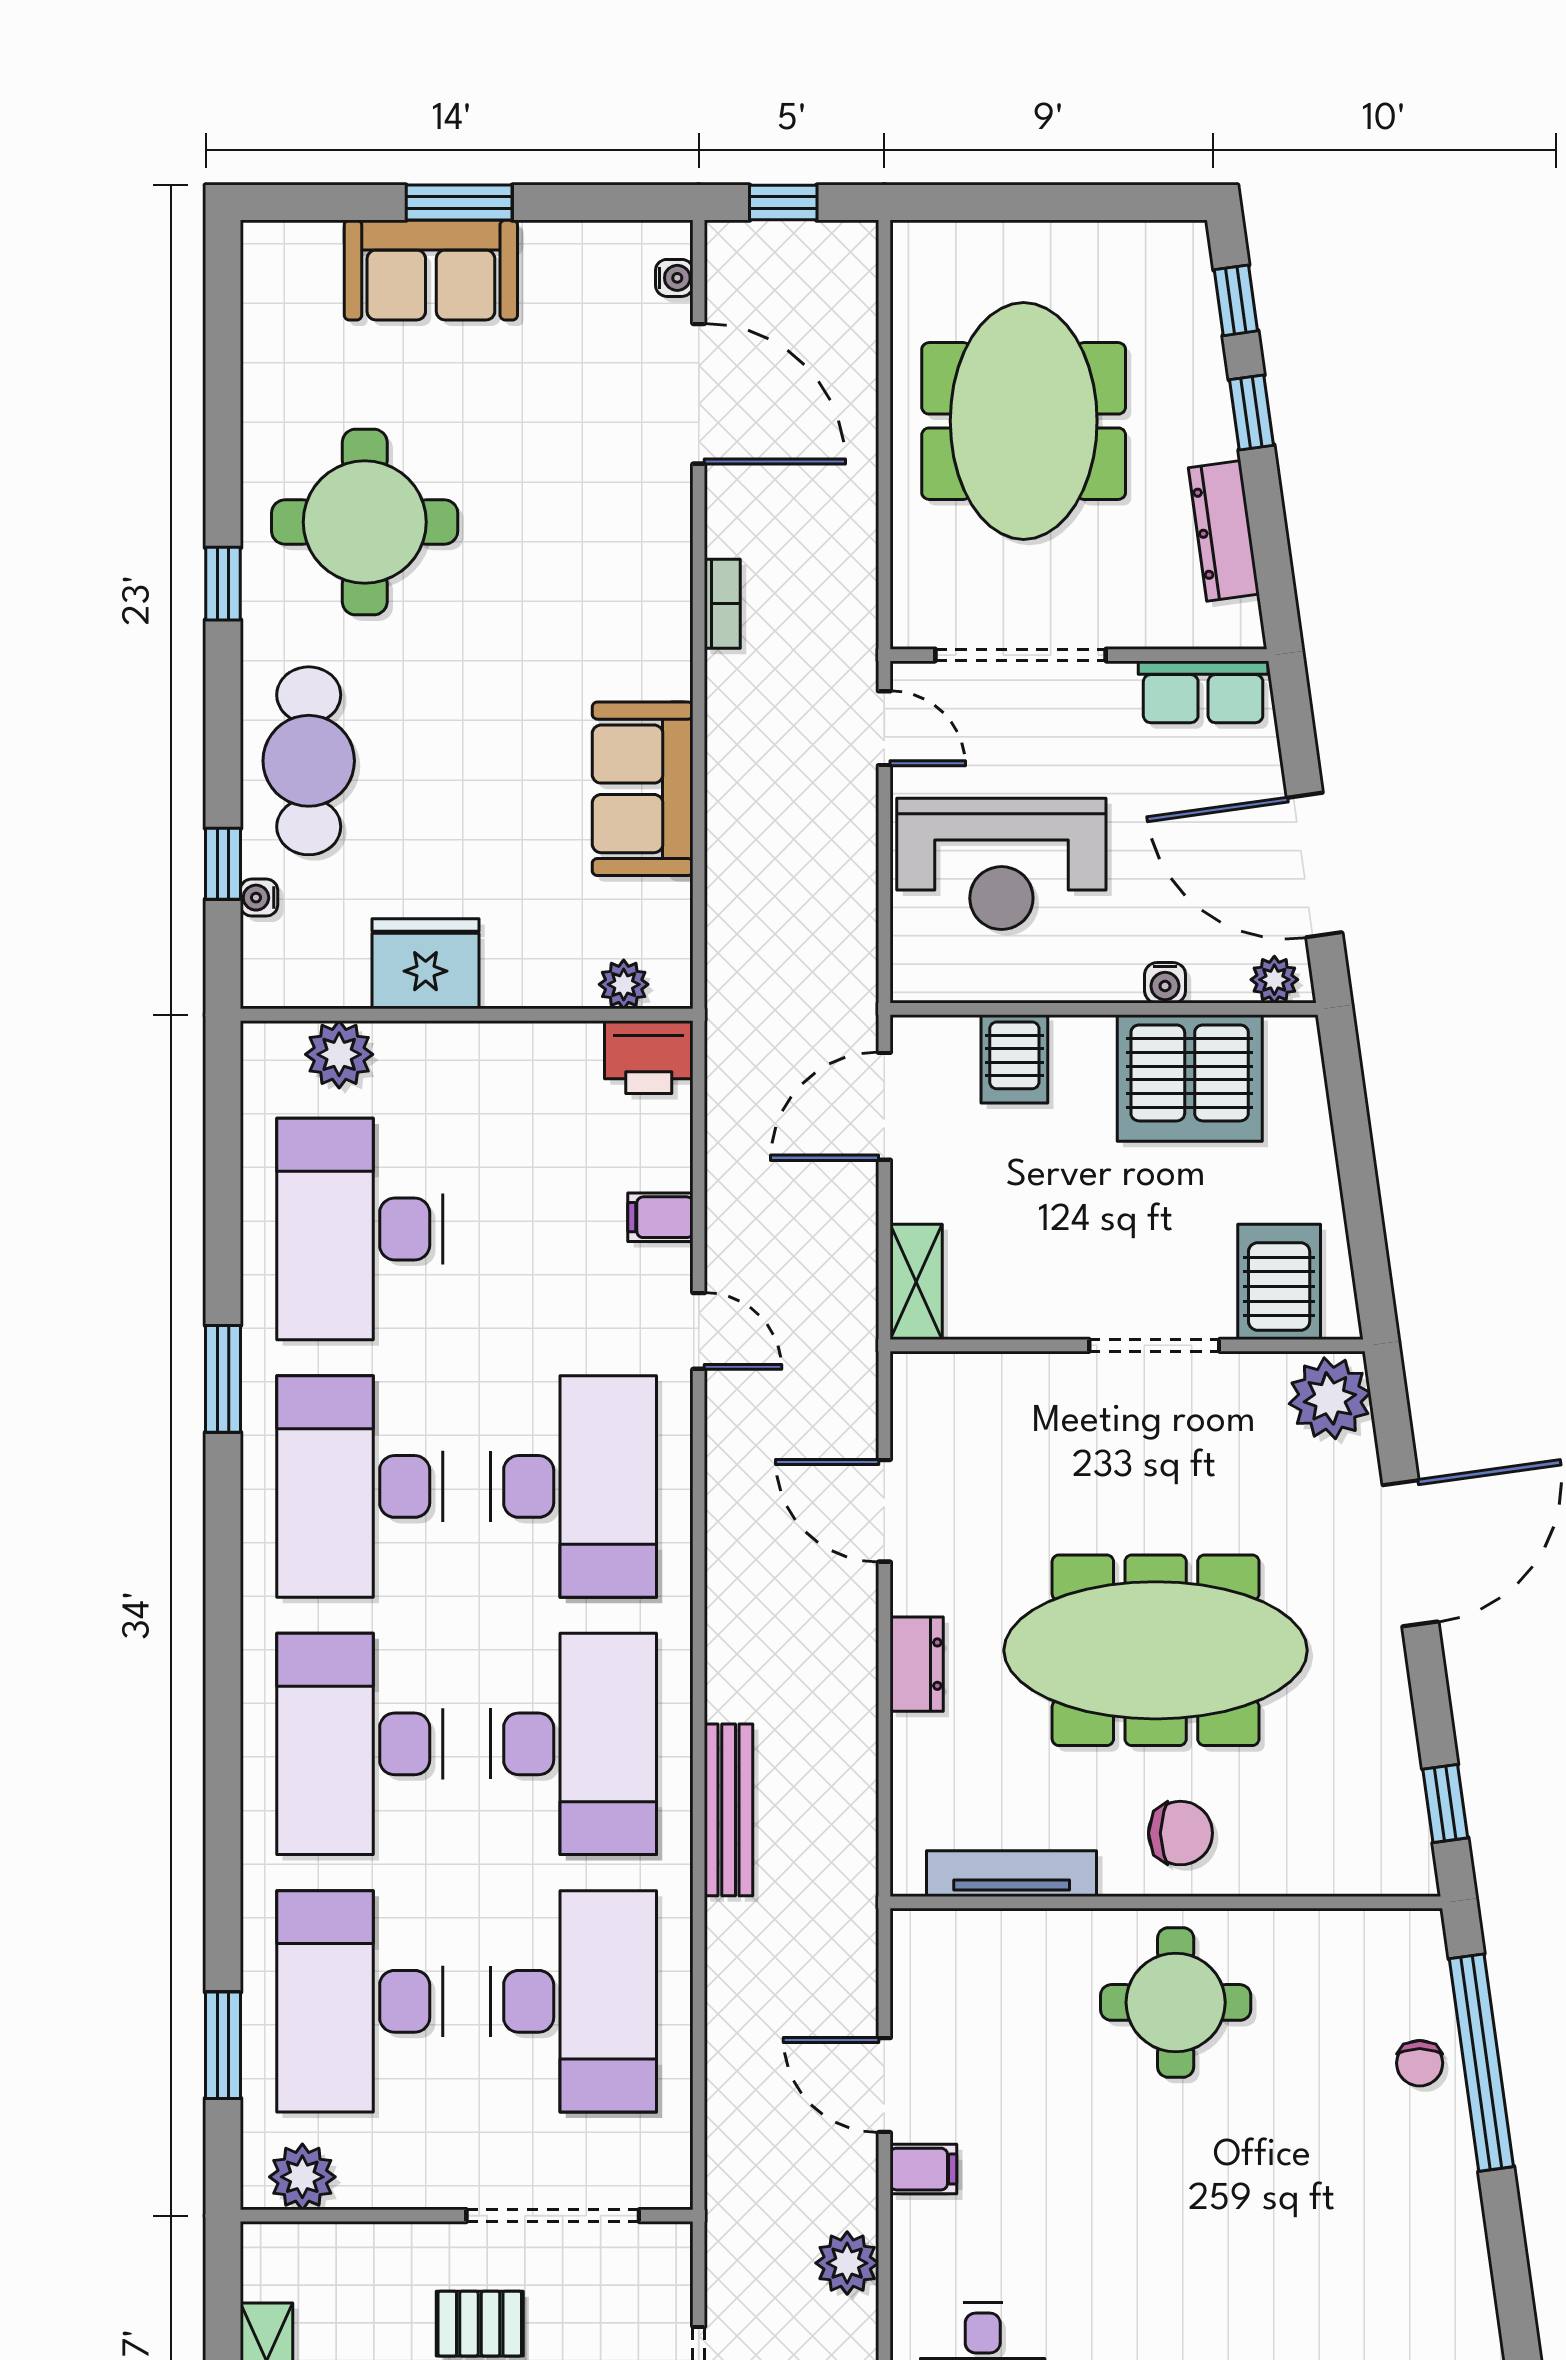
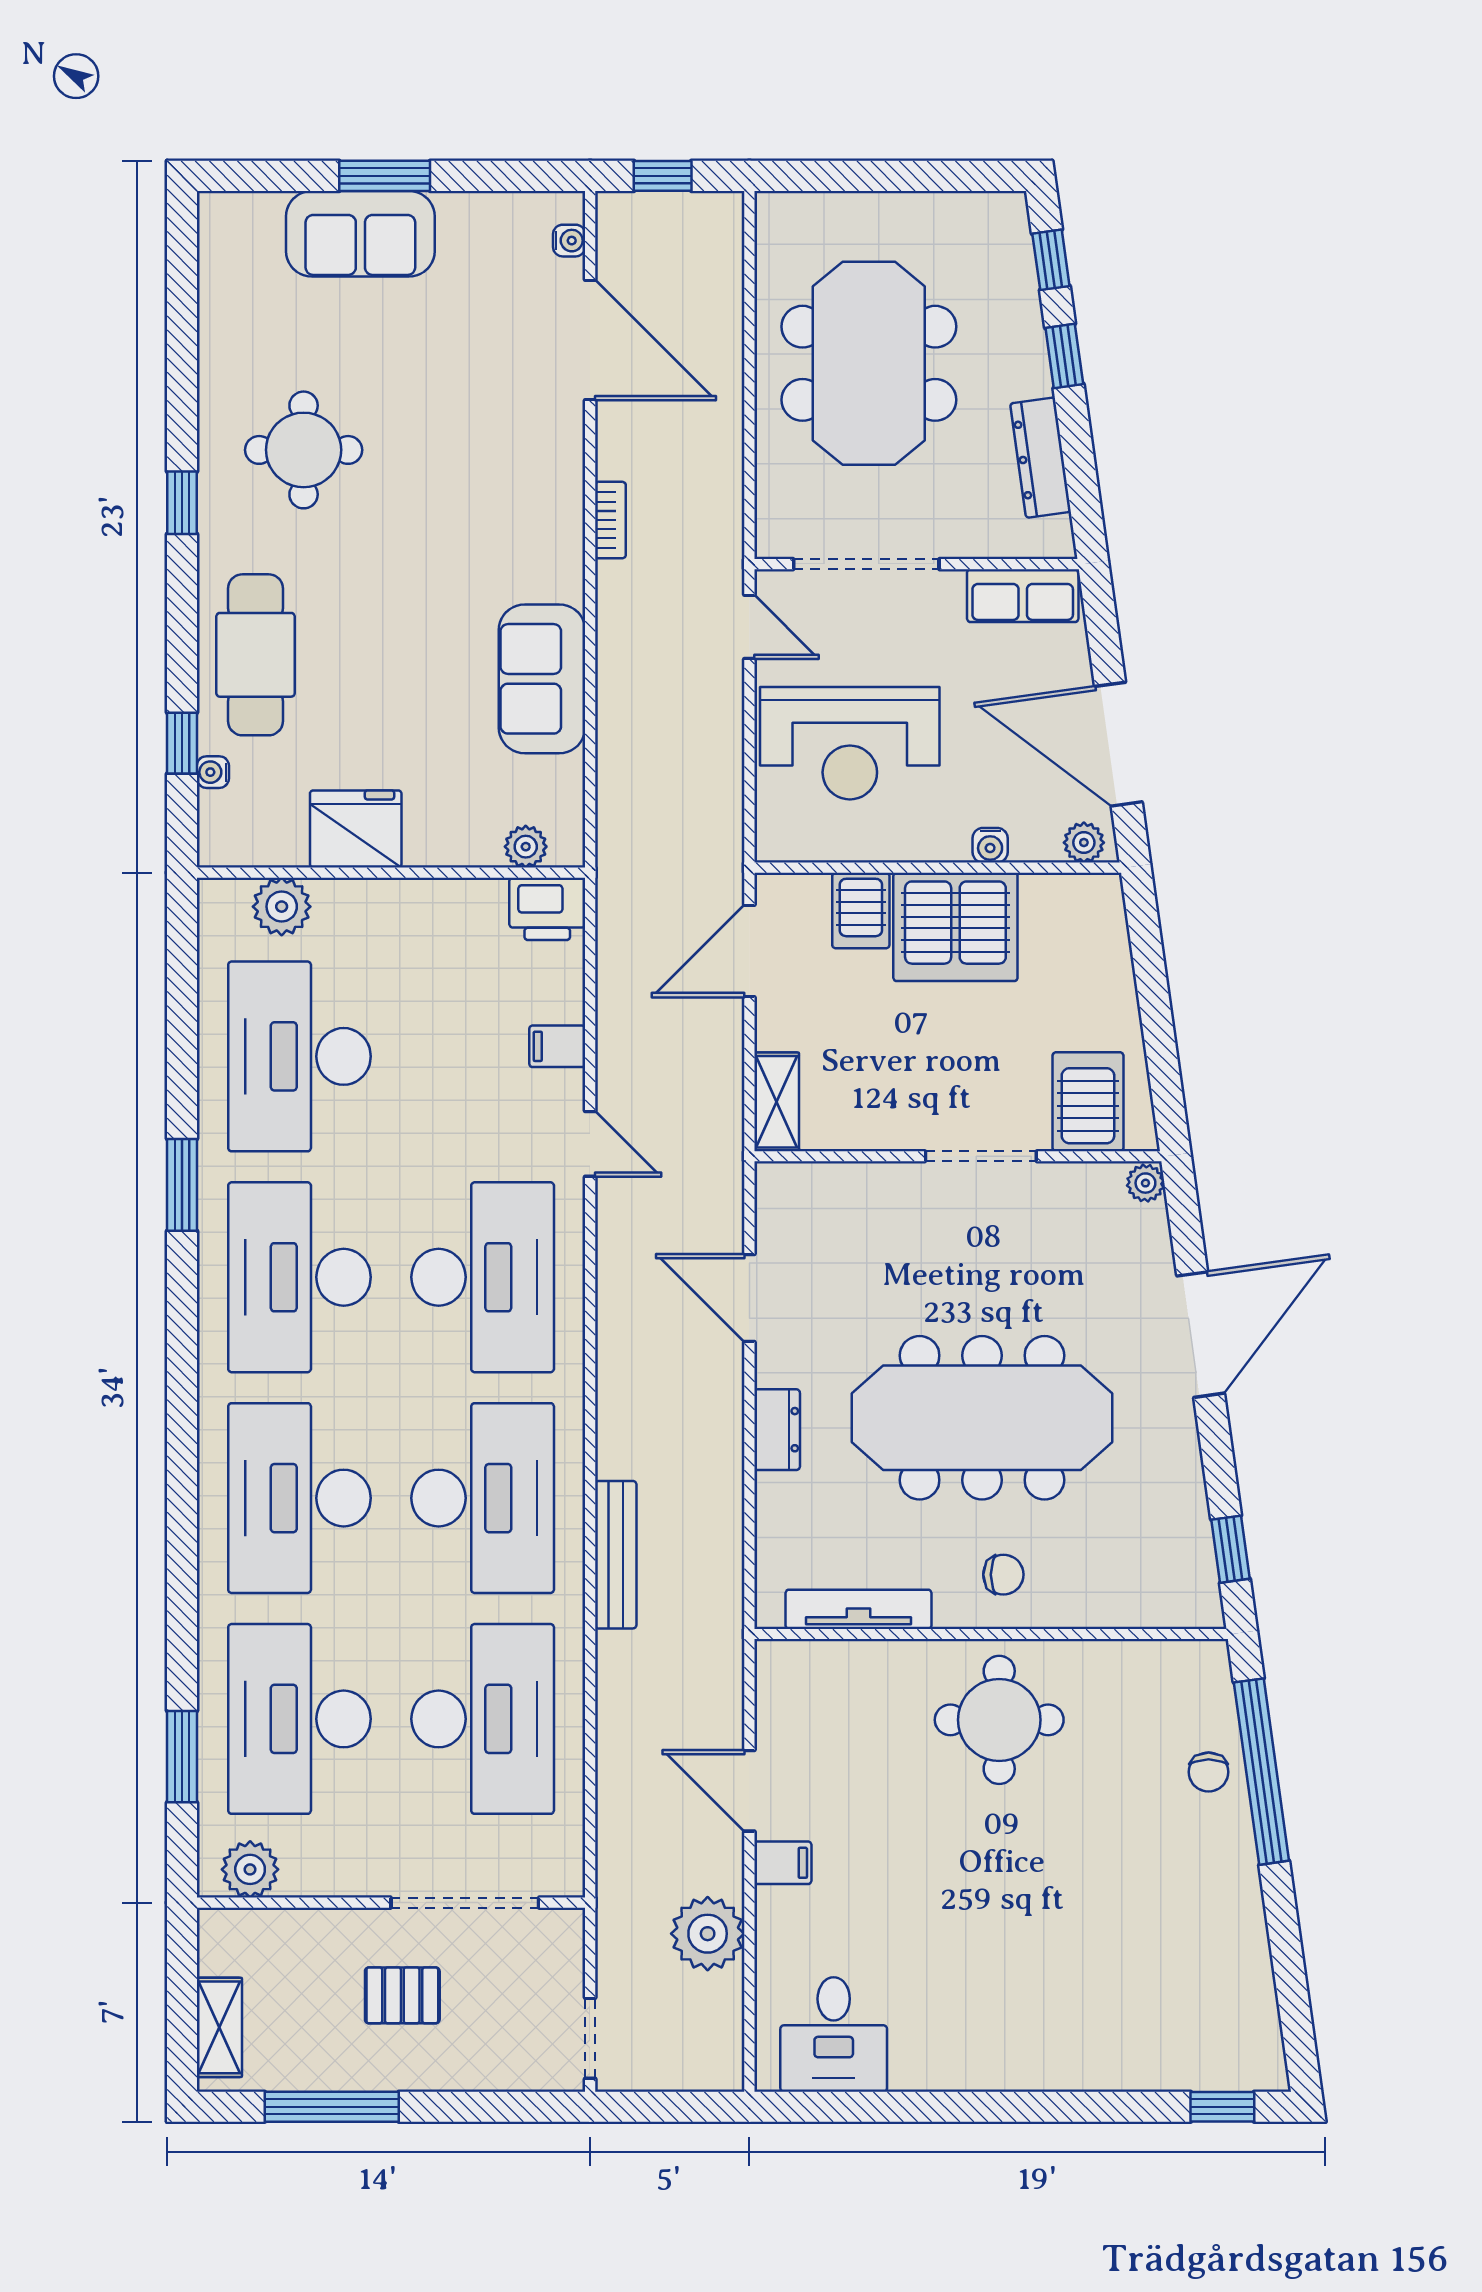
round table: (365, 522) -> (304, 450), width x0.73, depth x0.73
server rack: (1190, 1078) -> (955, 927), moved
plant: (1330, 1398) -> (1145, 1183), width x0.53, depth x0.53
chair: (1180, 1833) -> (1003, 1575), width x0.73, depth x0.73
plant: (847, 2263) -> (708, 1934), width x1.36, depth x1.36

